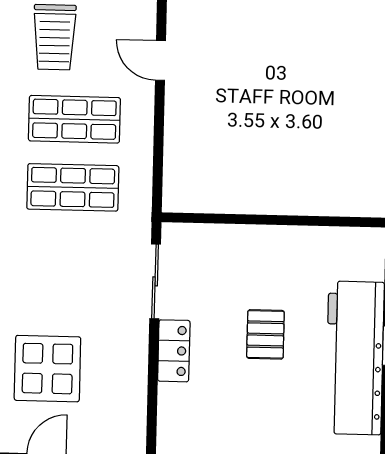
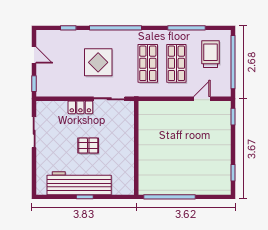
trolley: (55, 37) -> (211, 54), turned 90
display table: (47, 369) -> (98, 62), moved

